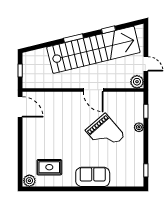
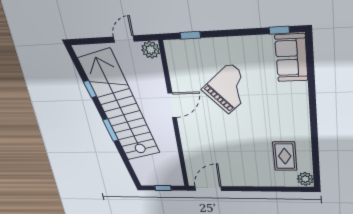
plant: (139, 127) -> (215, 44), removed
sofa: (93, 177) -> (291, 58), moved

